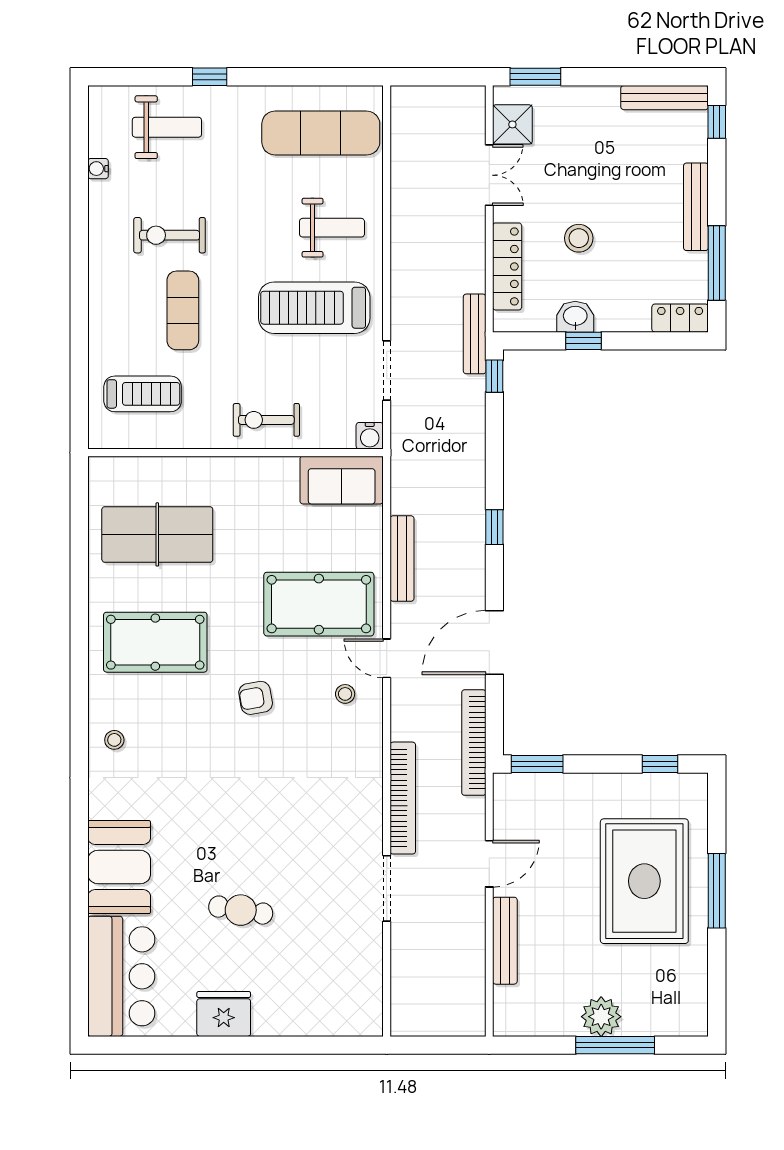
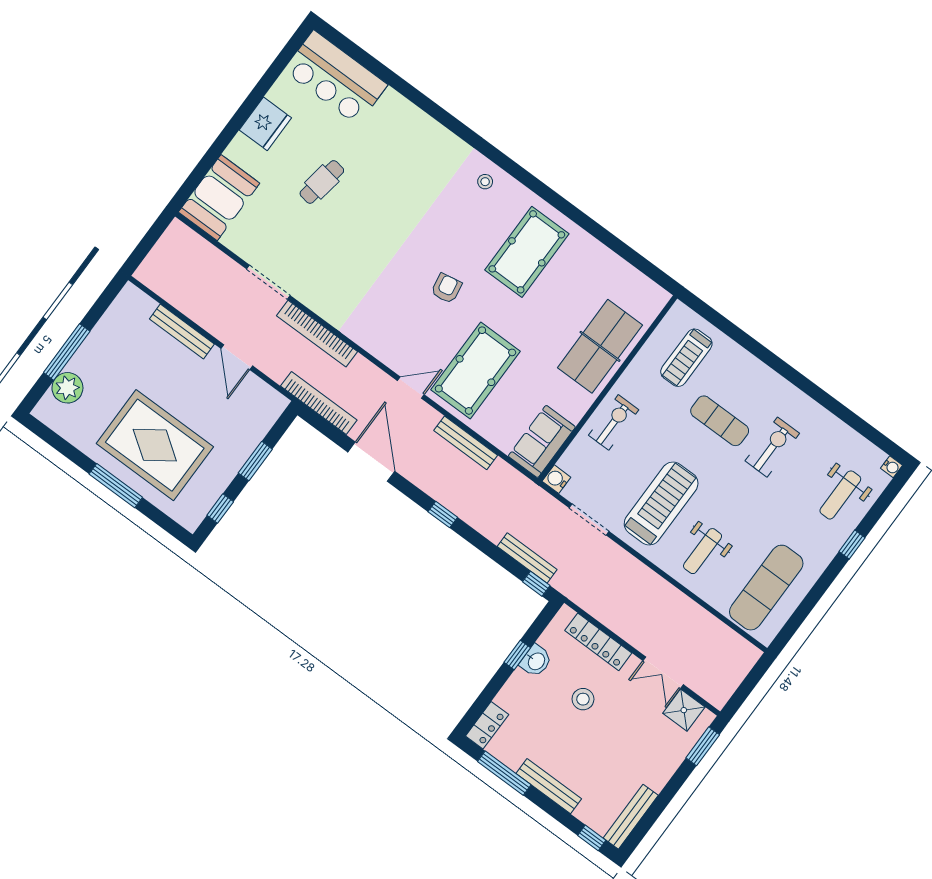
water cooler: (98, 169) -> (892, 467), moved, turned 90
bench: (475, 334) -> (527, 558), moved
table tennis table: (157, 534) -> (600, 346), moved
stool: (345, 694) -> (408, 346), removed
window: (537, 764) -> (255, 461), moved
booth: (119, 867) -> (219, 198), moved, turned 90
plant: (601, 1017) -> (67, 388), moved

